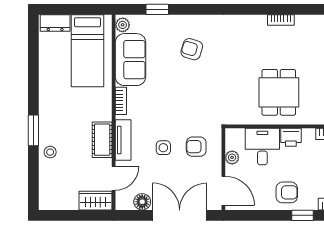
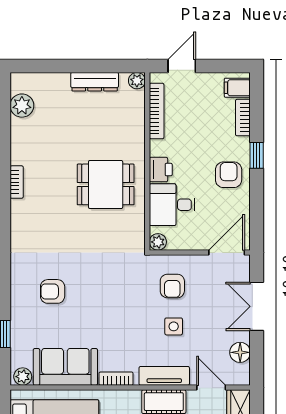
armchair: (192, 49) -> (53, 291), turned 73
plant: (232, 157) -> (158, 242), moved
double door: (180, 215) -> (257, 306), width x0.73

